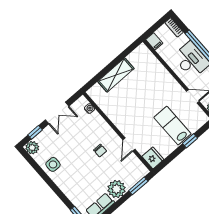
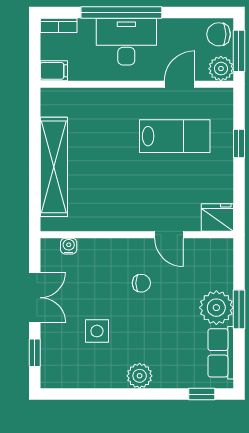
shelving: (116, 75) -> (54, 167), width x1.47
lab bench: (172, 126) -> (175, 136), moved, turned 180
plant: (32, 148) -> (140, 376), moved
side table: (53, 164) -> (97, 331), moved
window: (138, 186) -> (239, 309), moved

